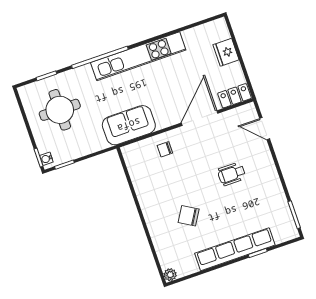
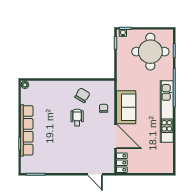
fridge: (226, 52) -> (151, 167), removed
round table: (60, 110) -> (150, 52), width x1.36, depth x1.36
sofa: (129, 125) -> (126, 107), moved
door: (265, 129) -> (95, 174), swing flipped
wheelchair: (232, 174) -> (77, 118), moved
chair: (189, 216) -> (82, 95), moved

